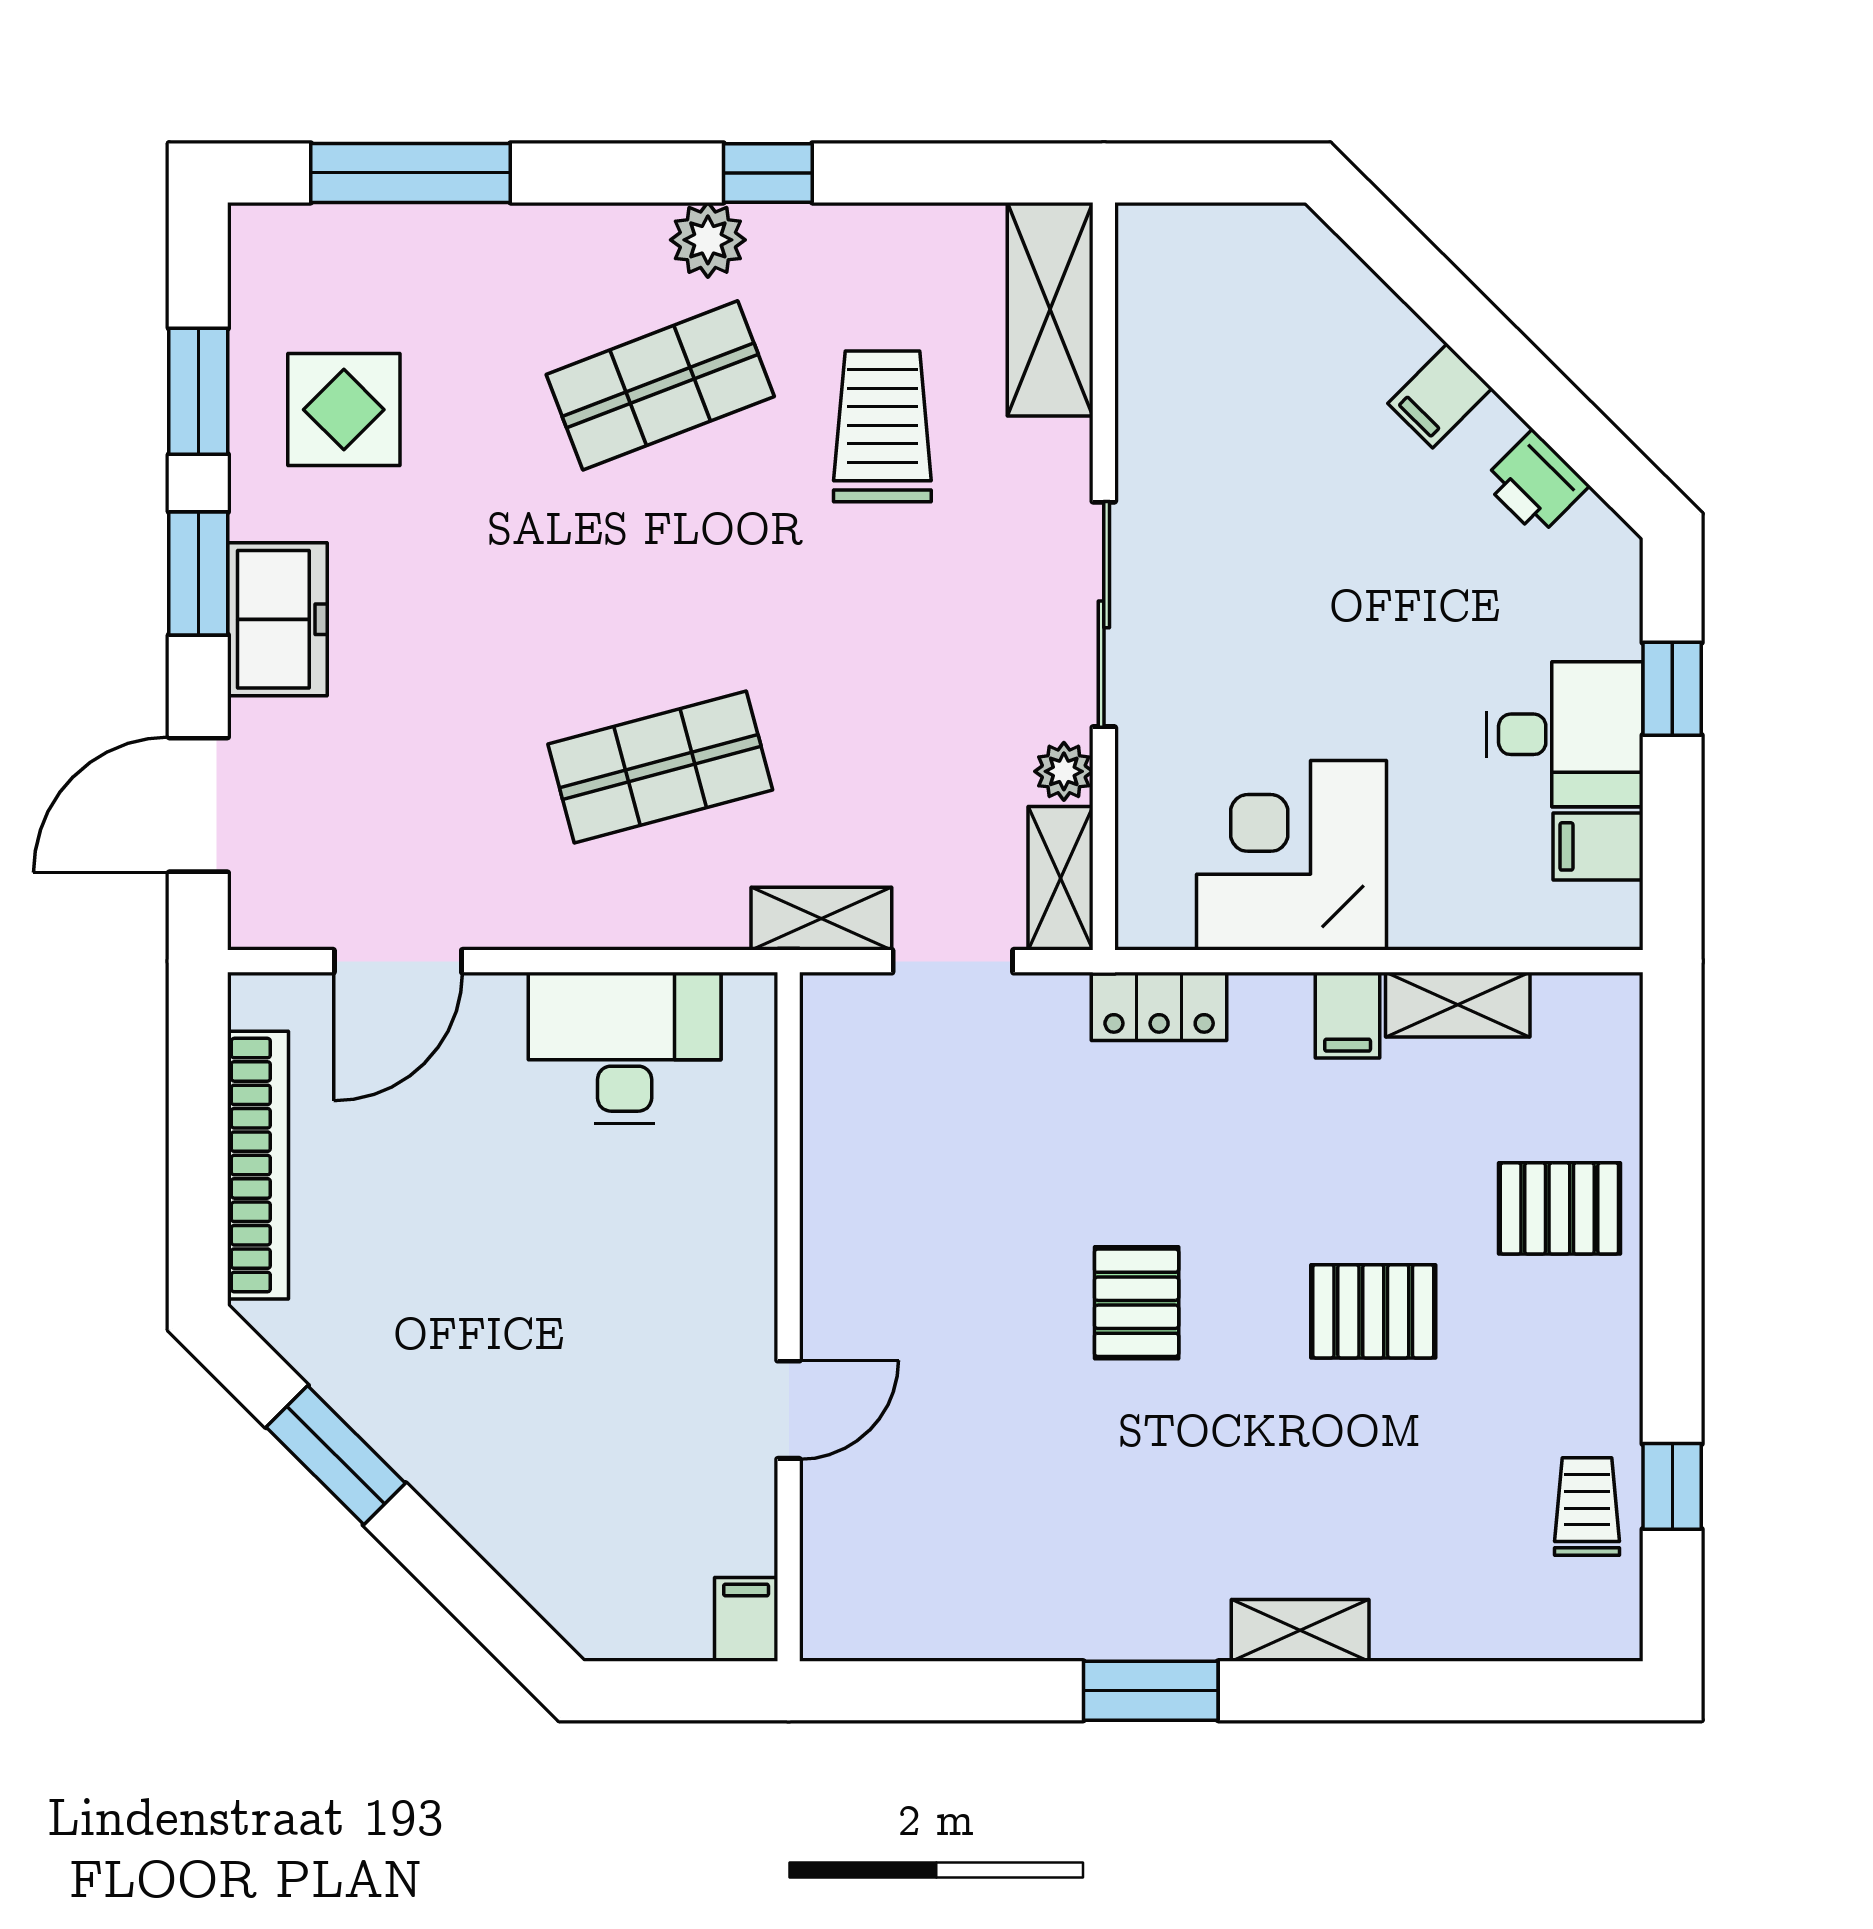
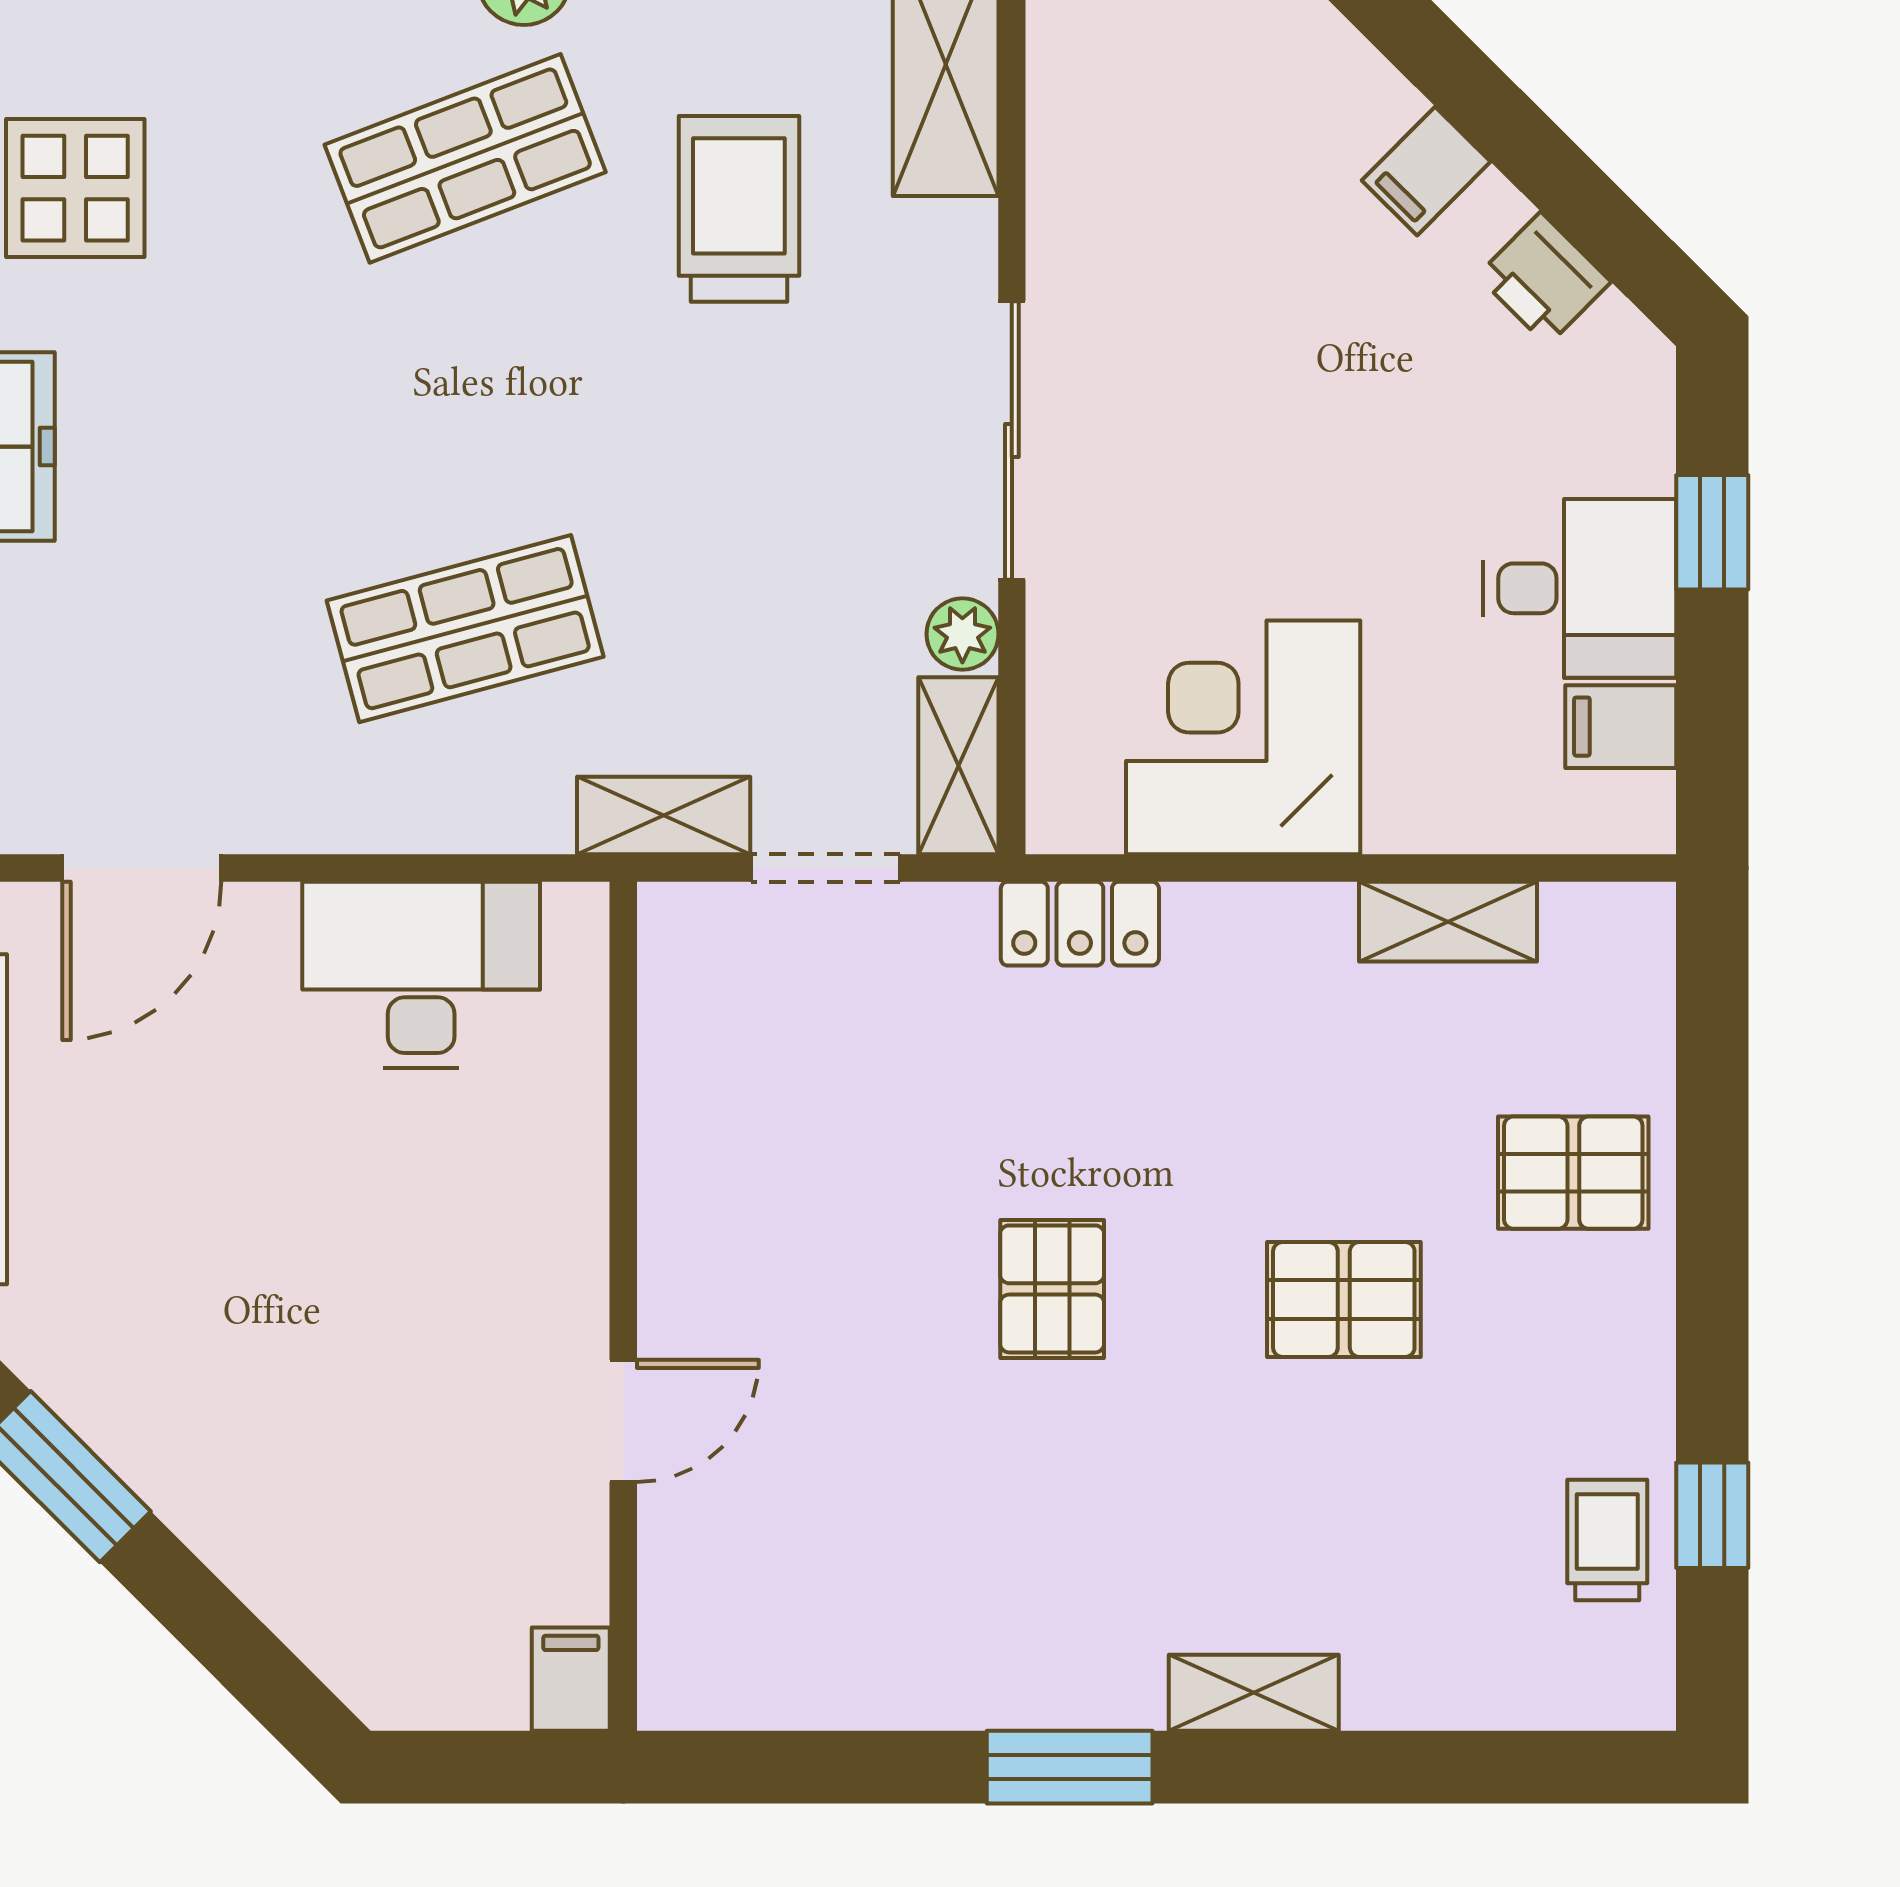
filing cabinet: (1348, 1015) -> (1312, 934), removed

